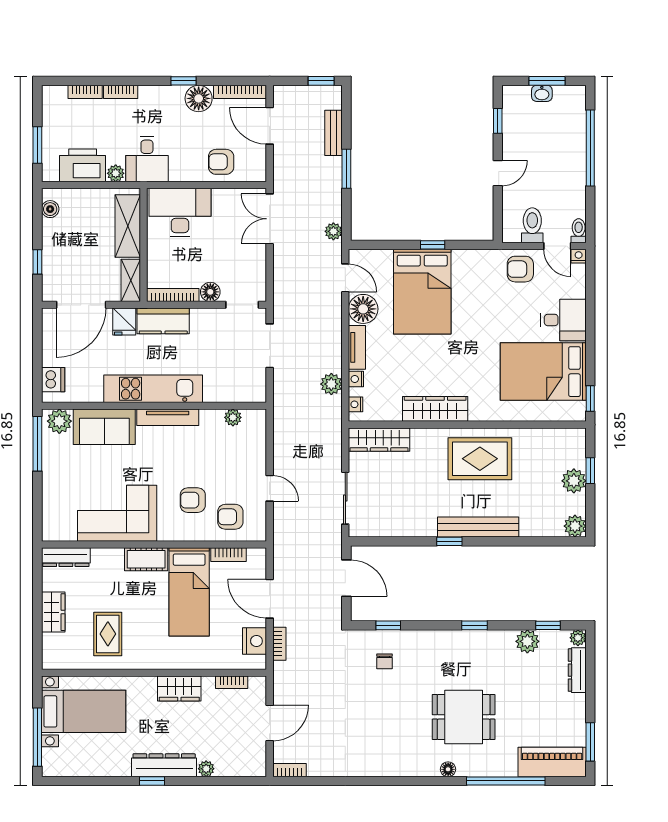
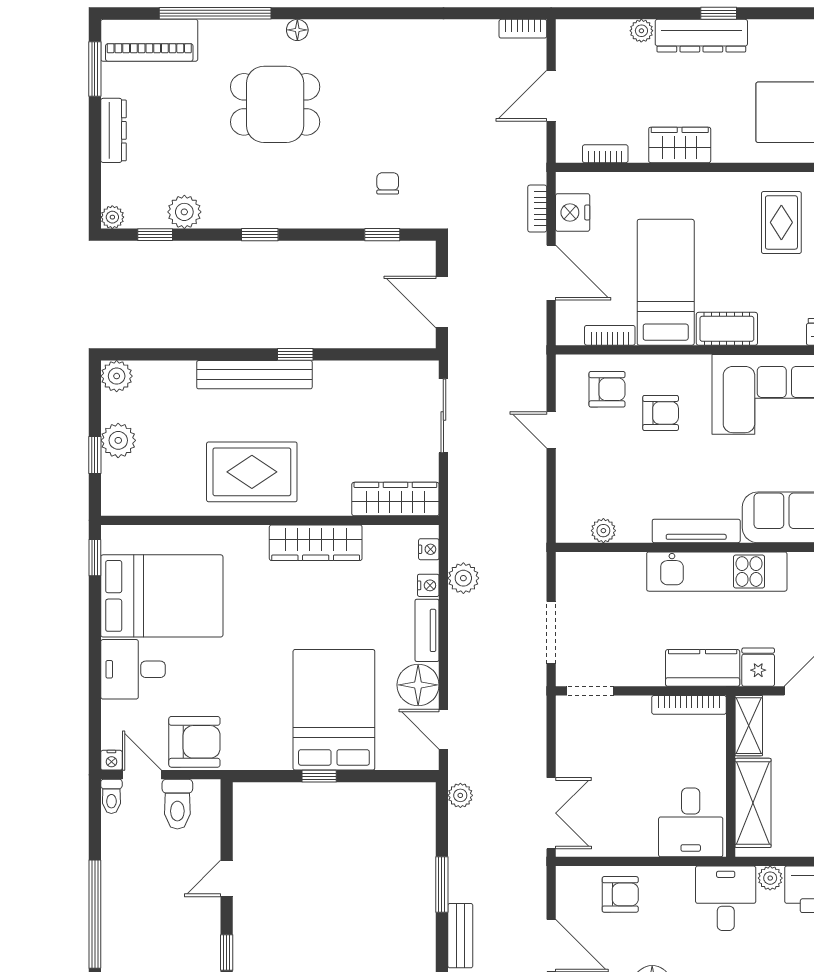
desk: (180, 212) -> (691, 822), width x0.73
armchair: (520, 269) -> (194, 742), width x1.38, depth x1.38
floor lamp: (210, 292) -> (636, 709), removed
dresser: (577, 670) -> (113, 130), moved

